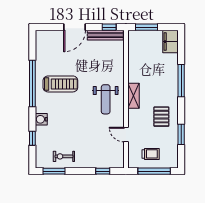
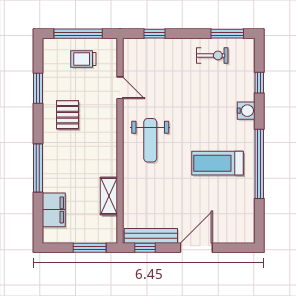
filing cabinet: (171, 42) -> (54, 210), moved
shelving: (133, 96) -> (109, 196), moved
weight bench: (106, 99) -> (150, 140), turned 180

